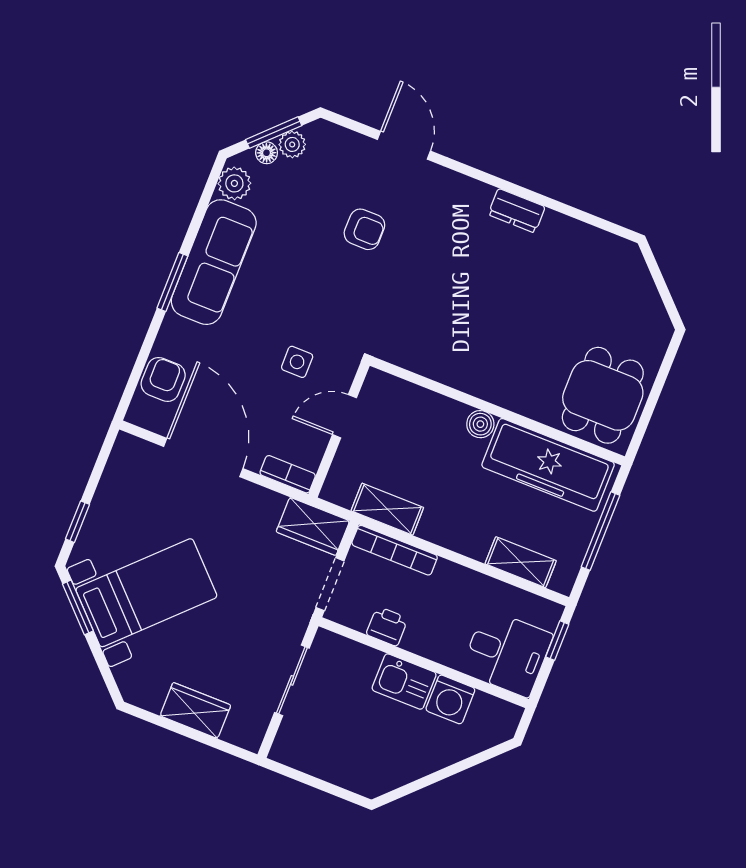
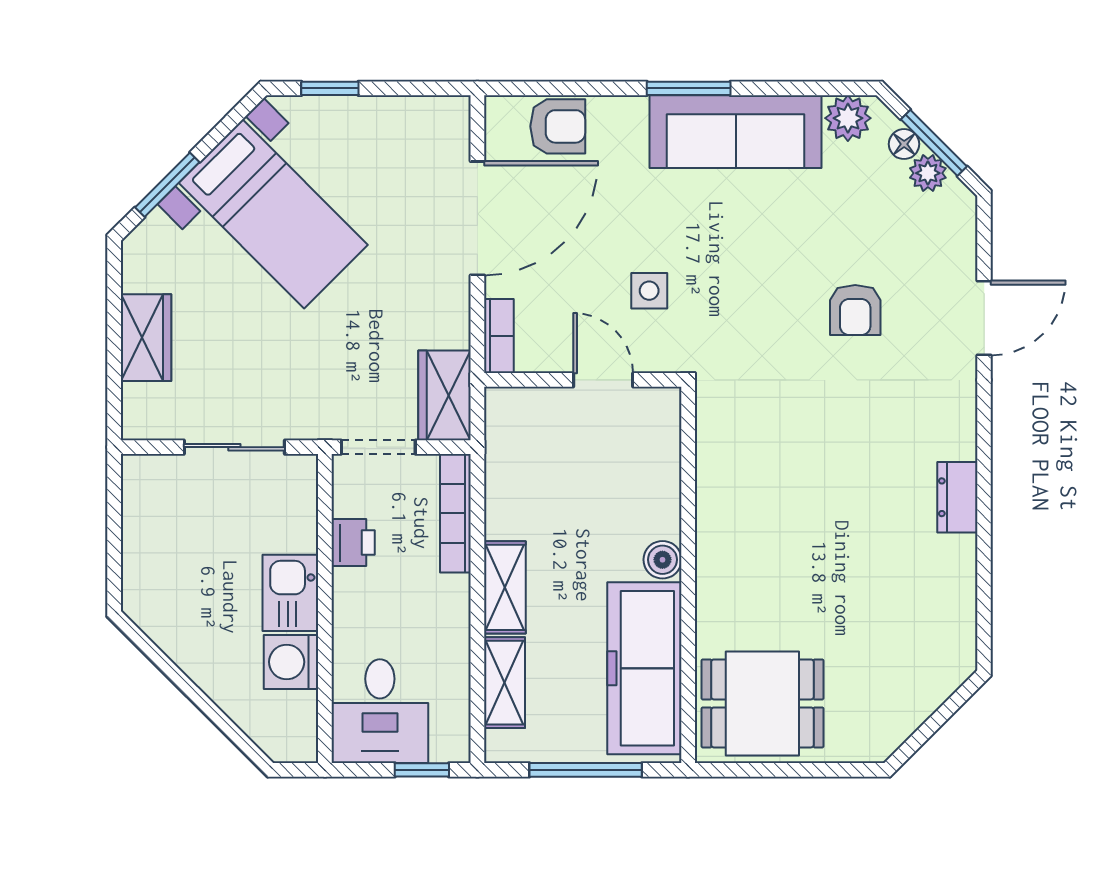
shelving: (387, 509) -> (505, 587), moved
window: (78, 607) -> (167, 185), moved

